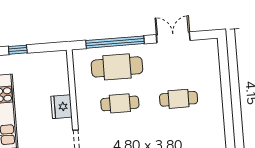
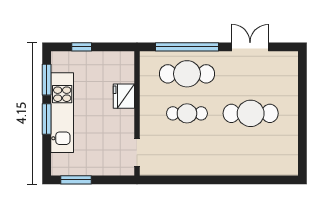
cafe table: (179, 99) -> (251, 113), width x1.37, depth x1.35
fridge: (61, 107) -> (124, 96), moved

